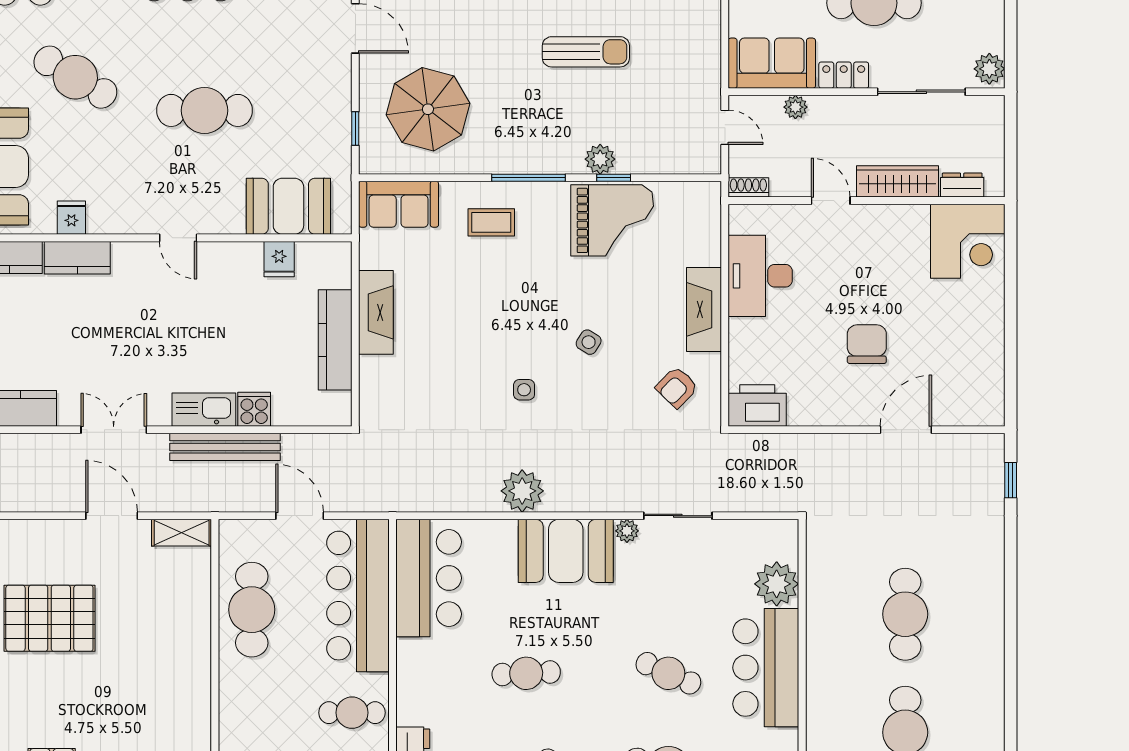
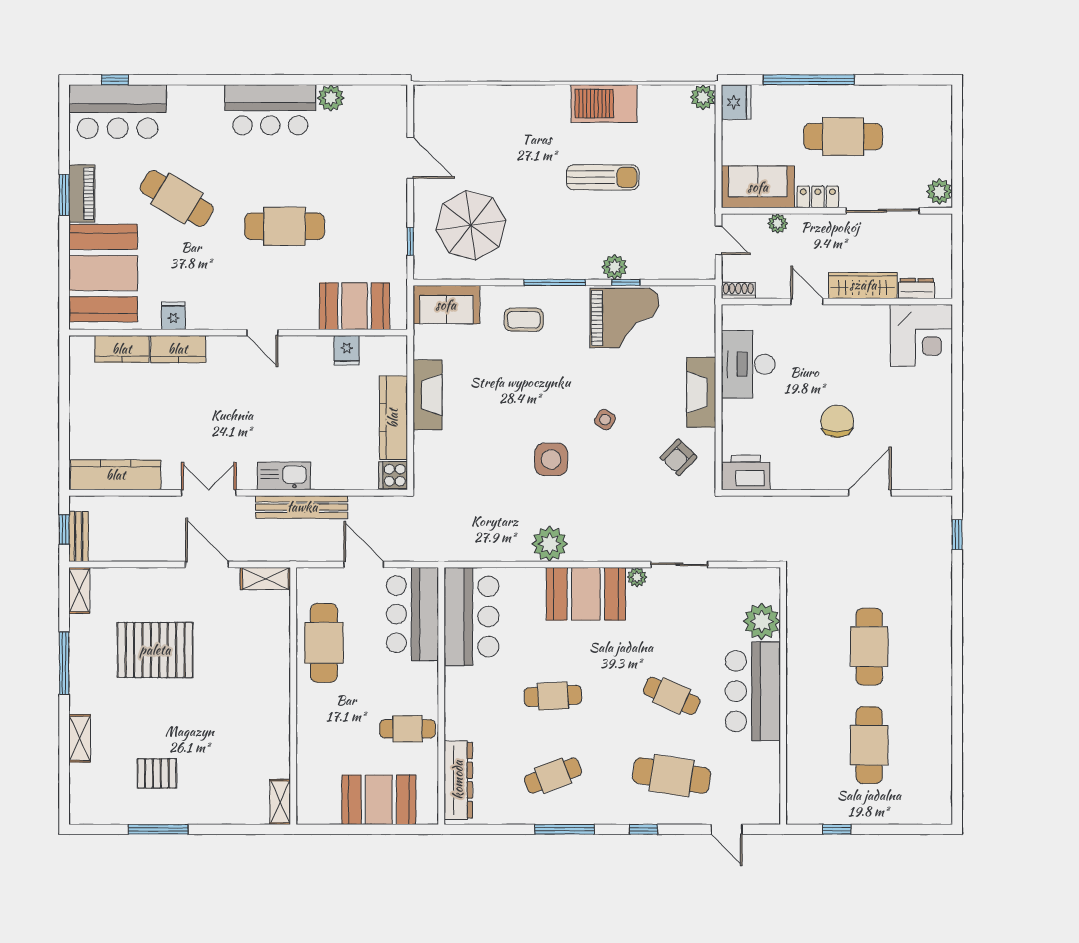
side table: (524, 390) -> (551, 459), width x1.87, depth x1.87
cooker: (254, 409) -> (393, 475), moved, turned -90
bar counter: (358, 596) -> (412, 614), width x0.73

